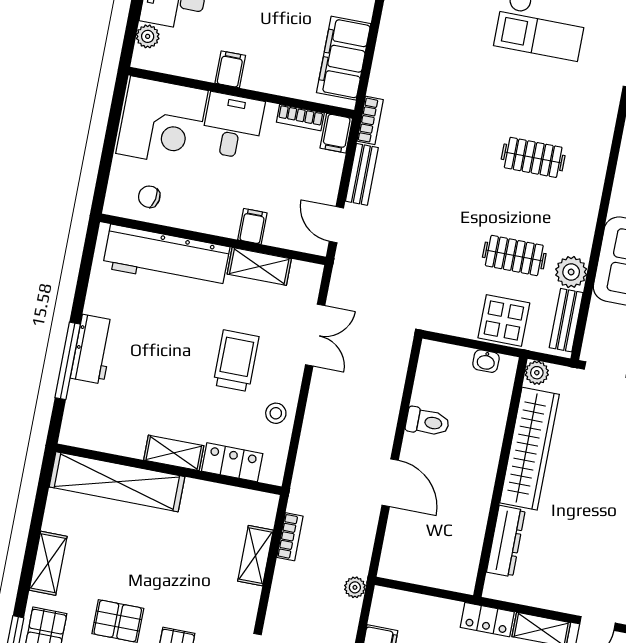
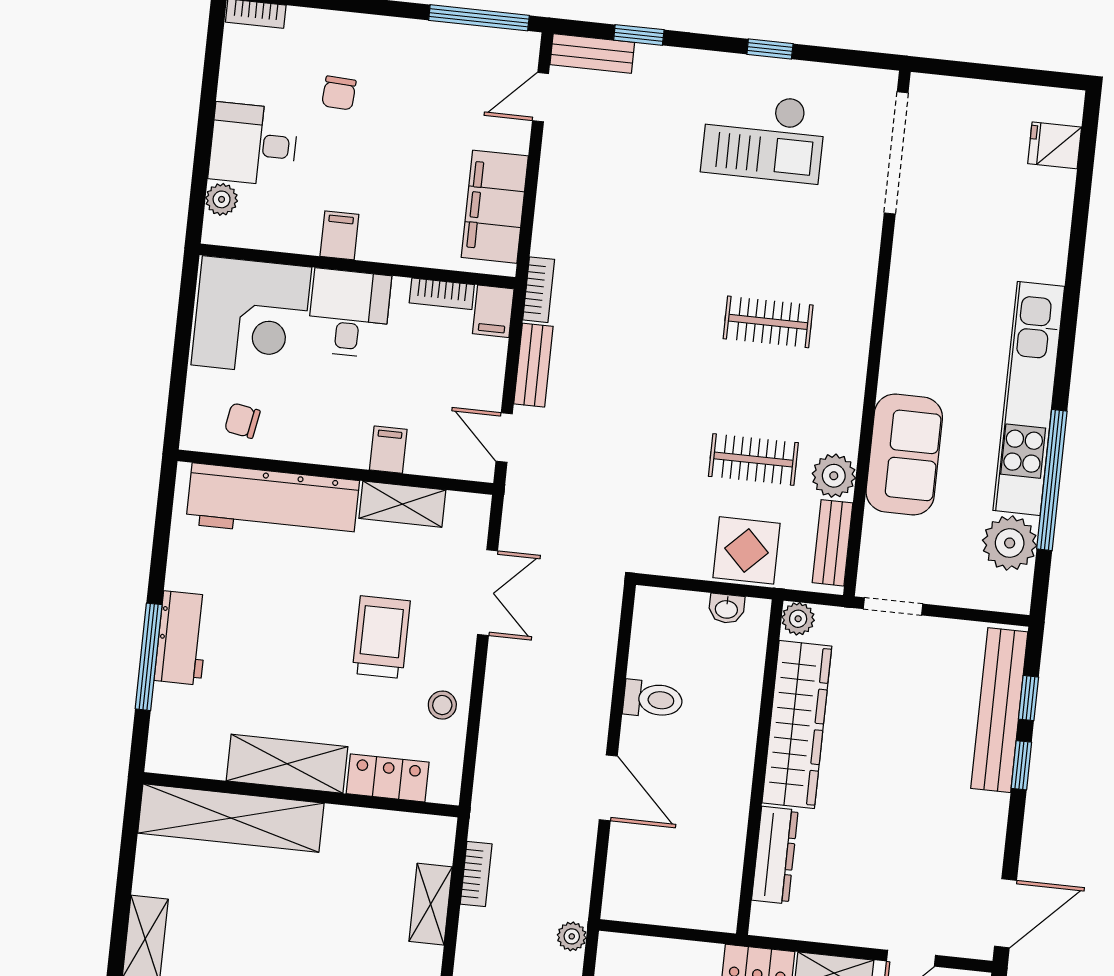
shelving: (174, 453) -> (287, 764), width x1.50, depth x1.33

